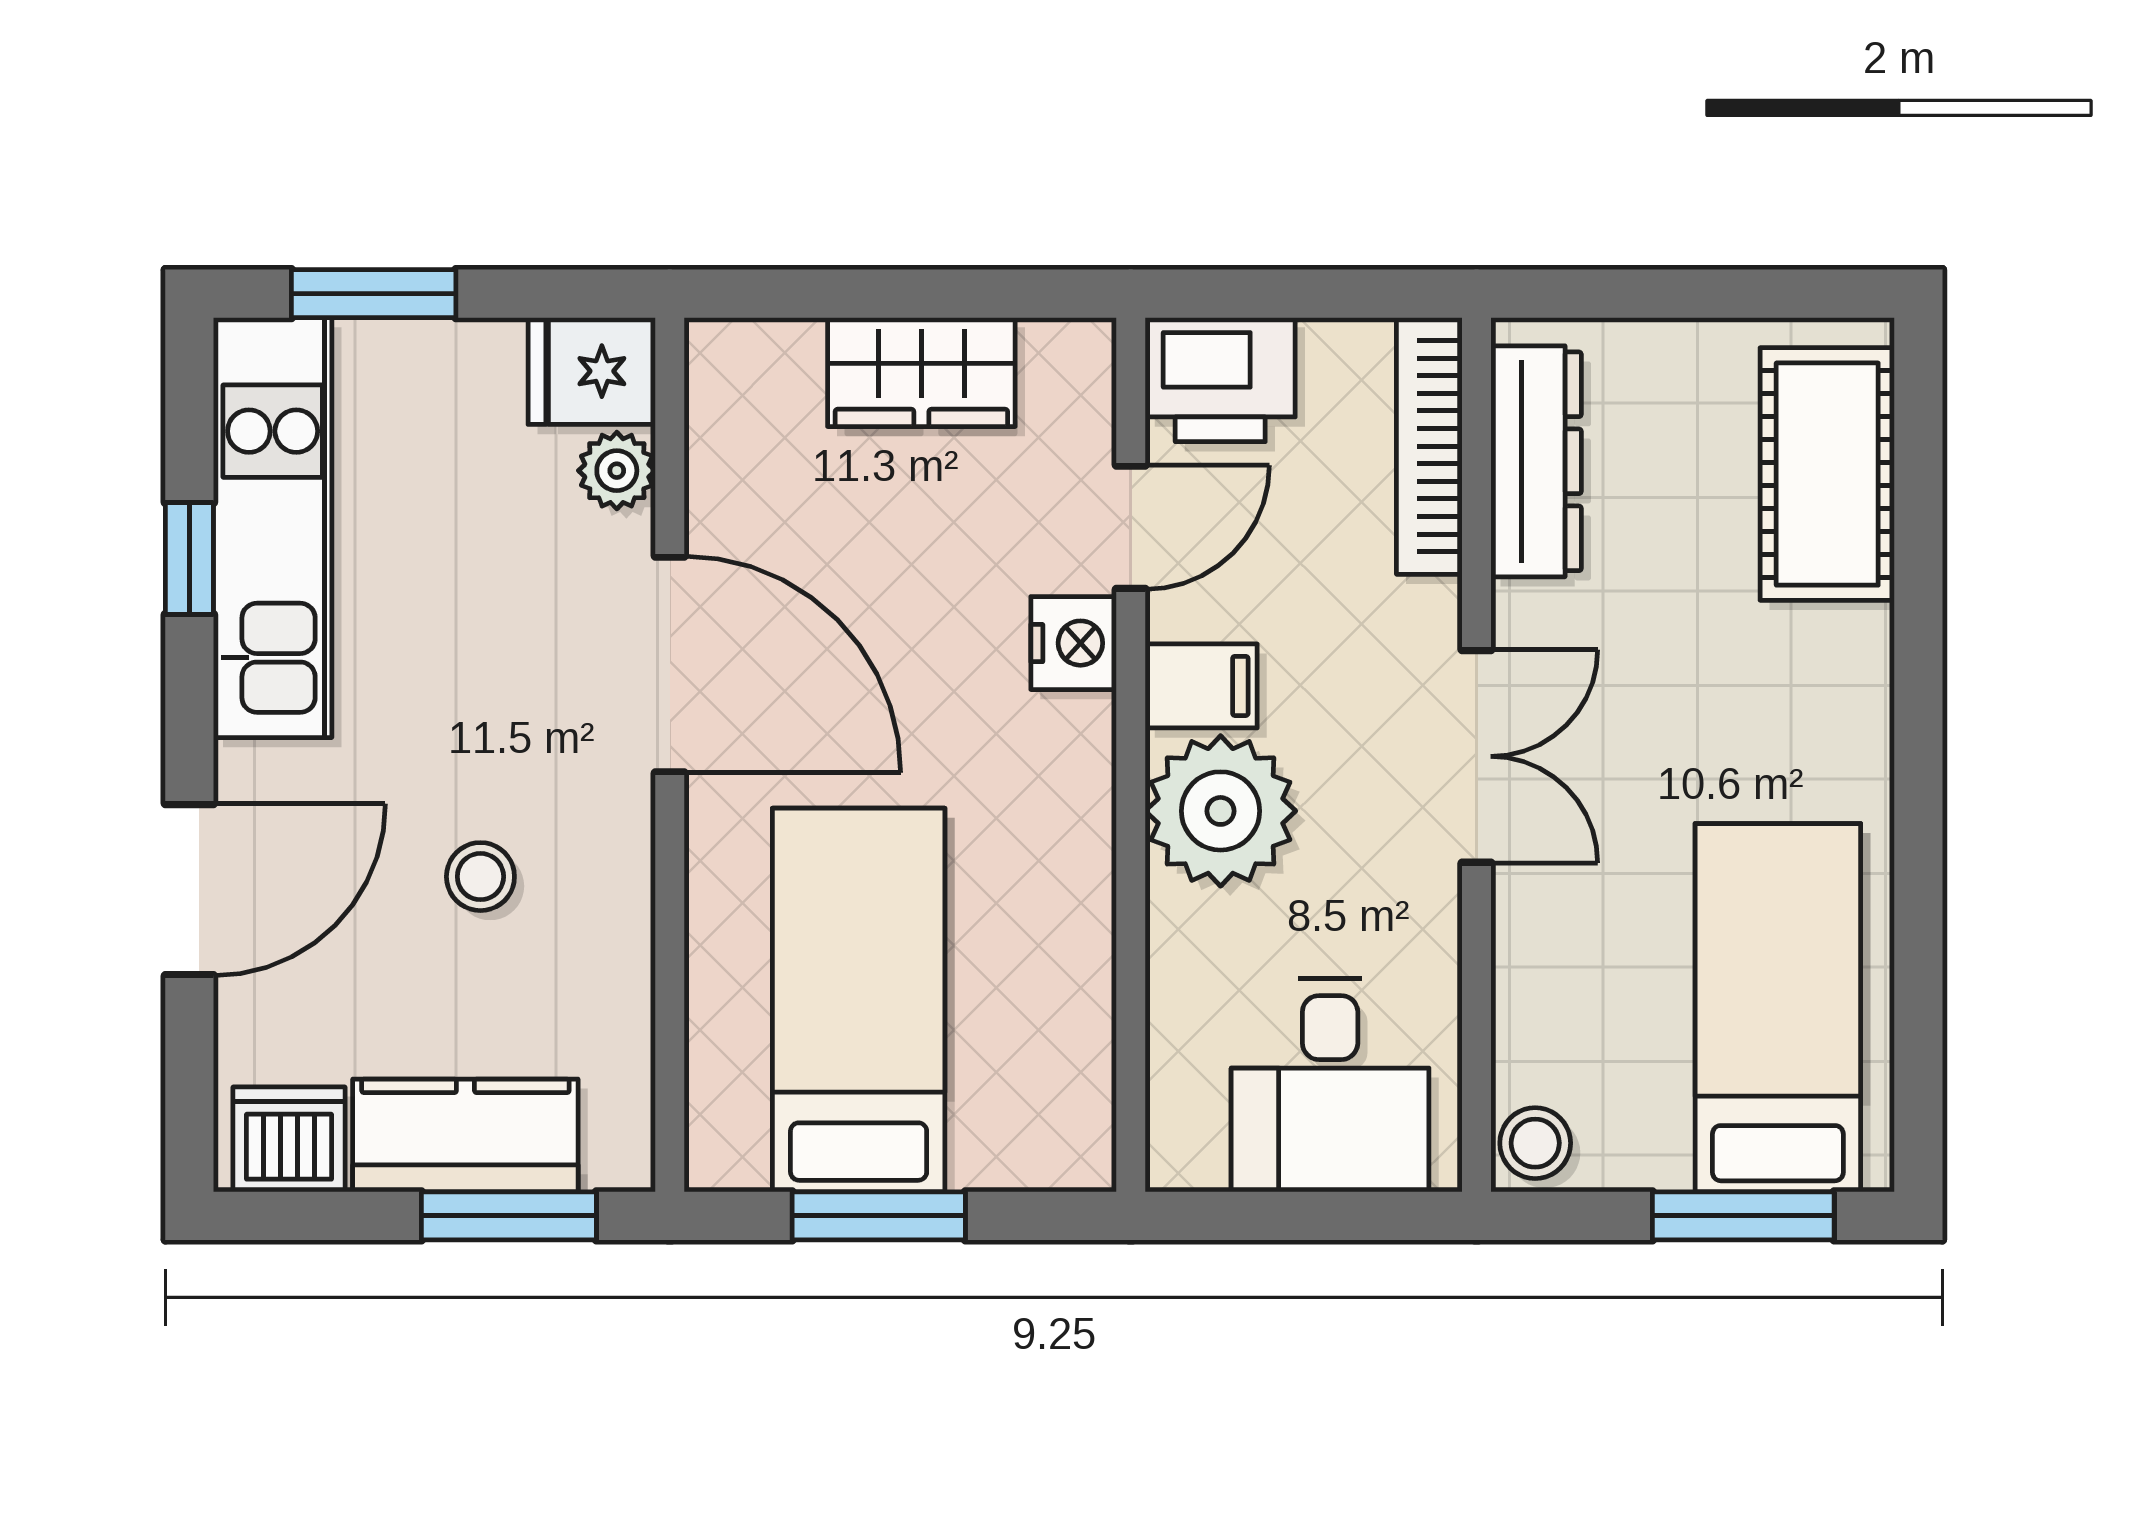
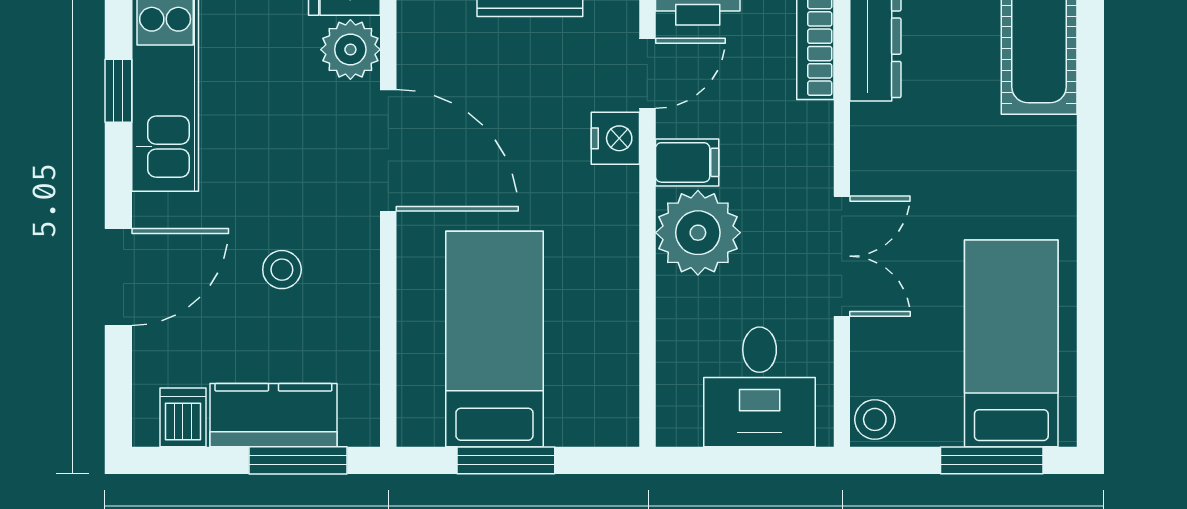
plant: (617, 471) -> (350, 50), width x1.38, depth x1.38
double door: (1477, 756) -> (842, 256), moved
dishwasher: (289, 1139) -> (183, 417), width x0.73

